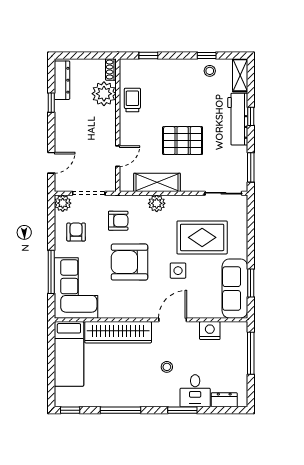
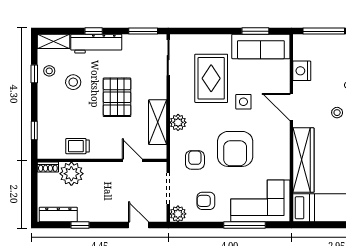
stool: (198, 95) -> (73, 82), added

